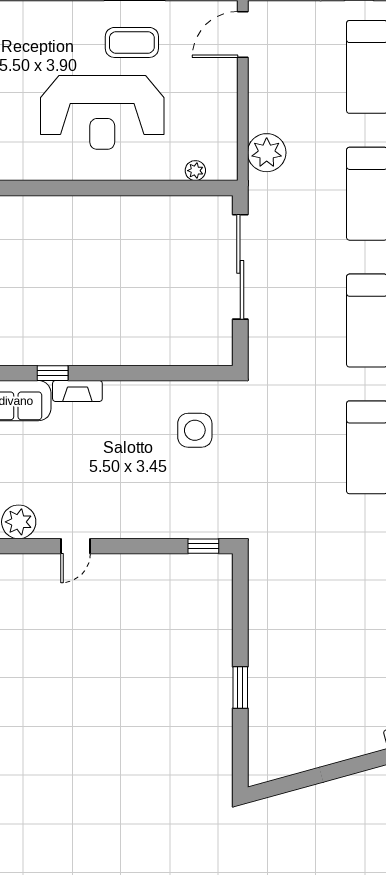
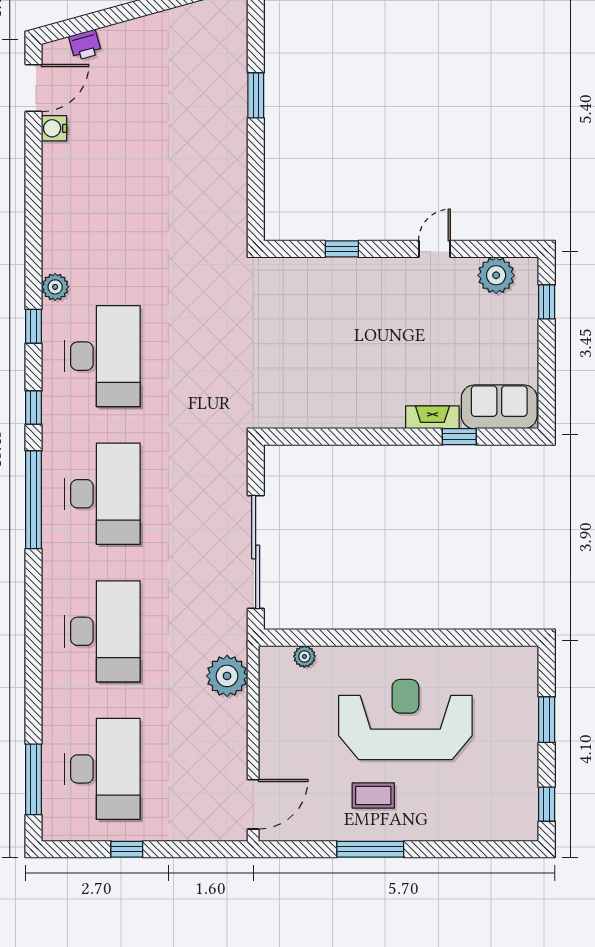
coffee table: (132, 42) -> (373, 796), width x0.73, depth x0.77
side table: (195, 430) -> (305, 375), removed
window: (203, 546) -> (342, 249), moved

